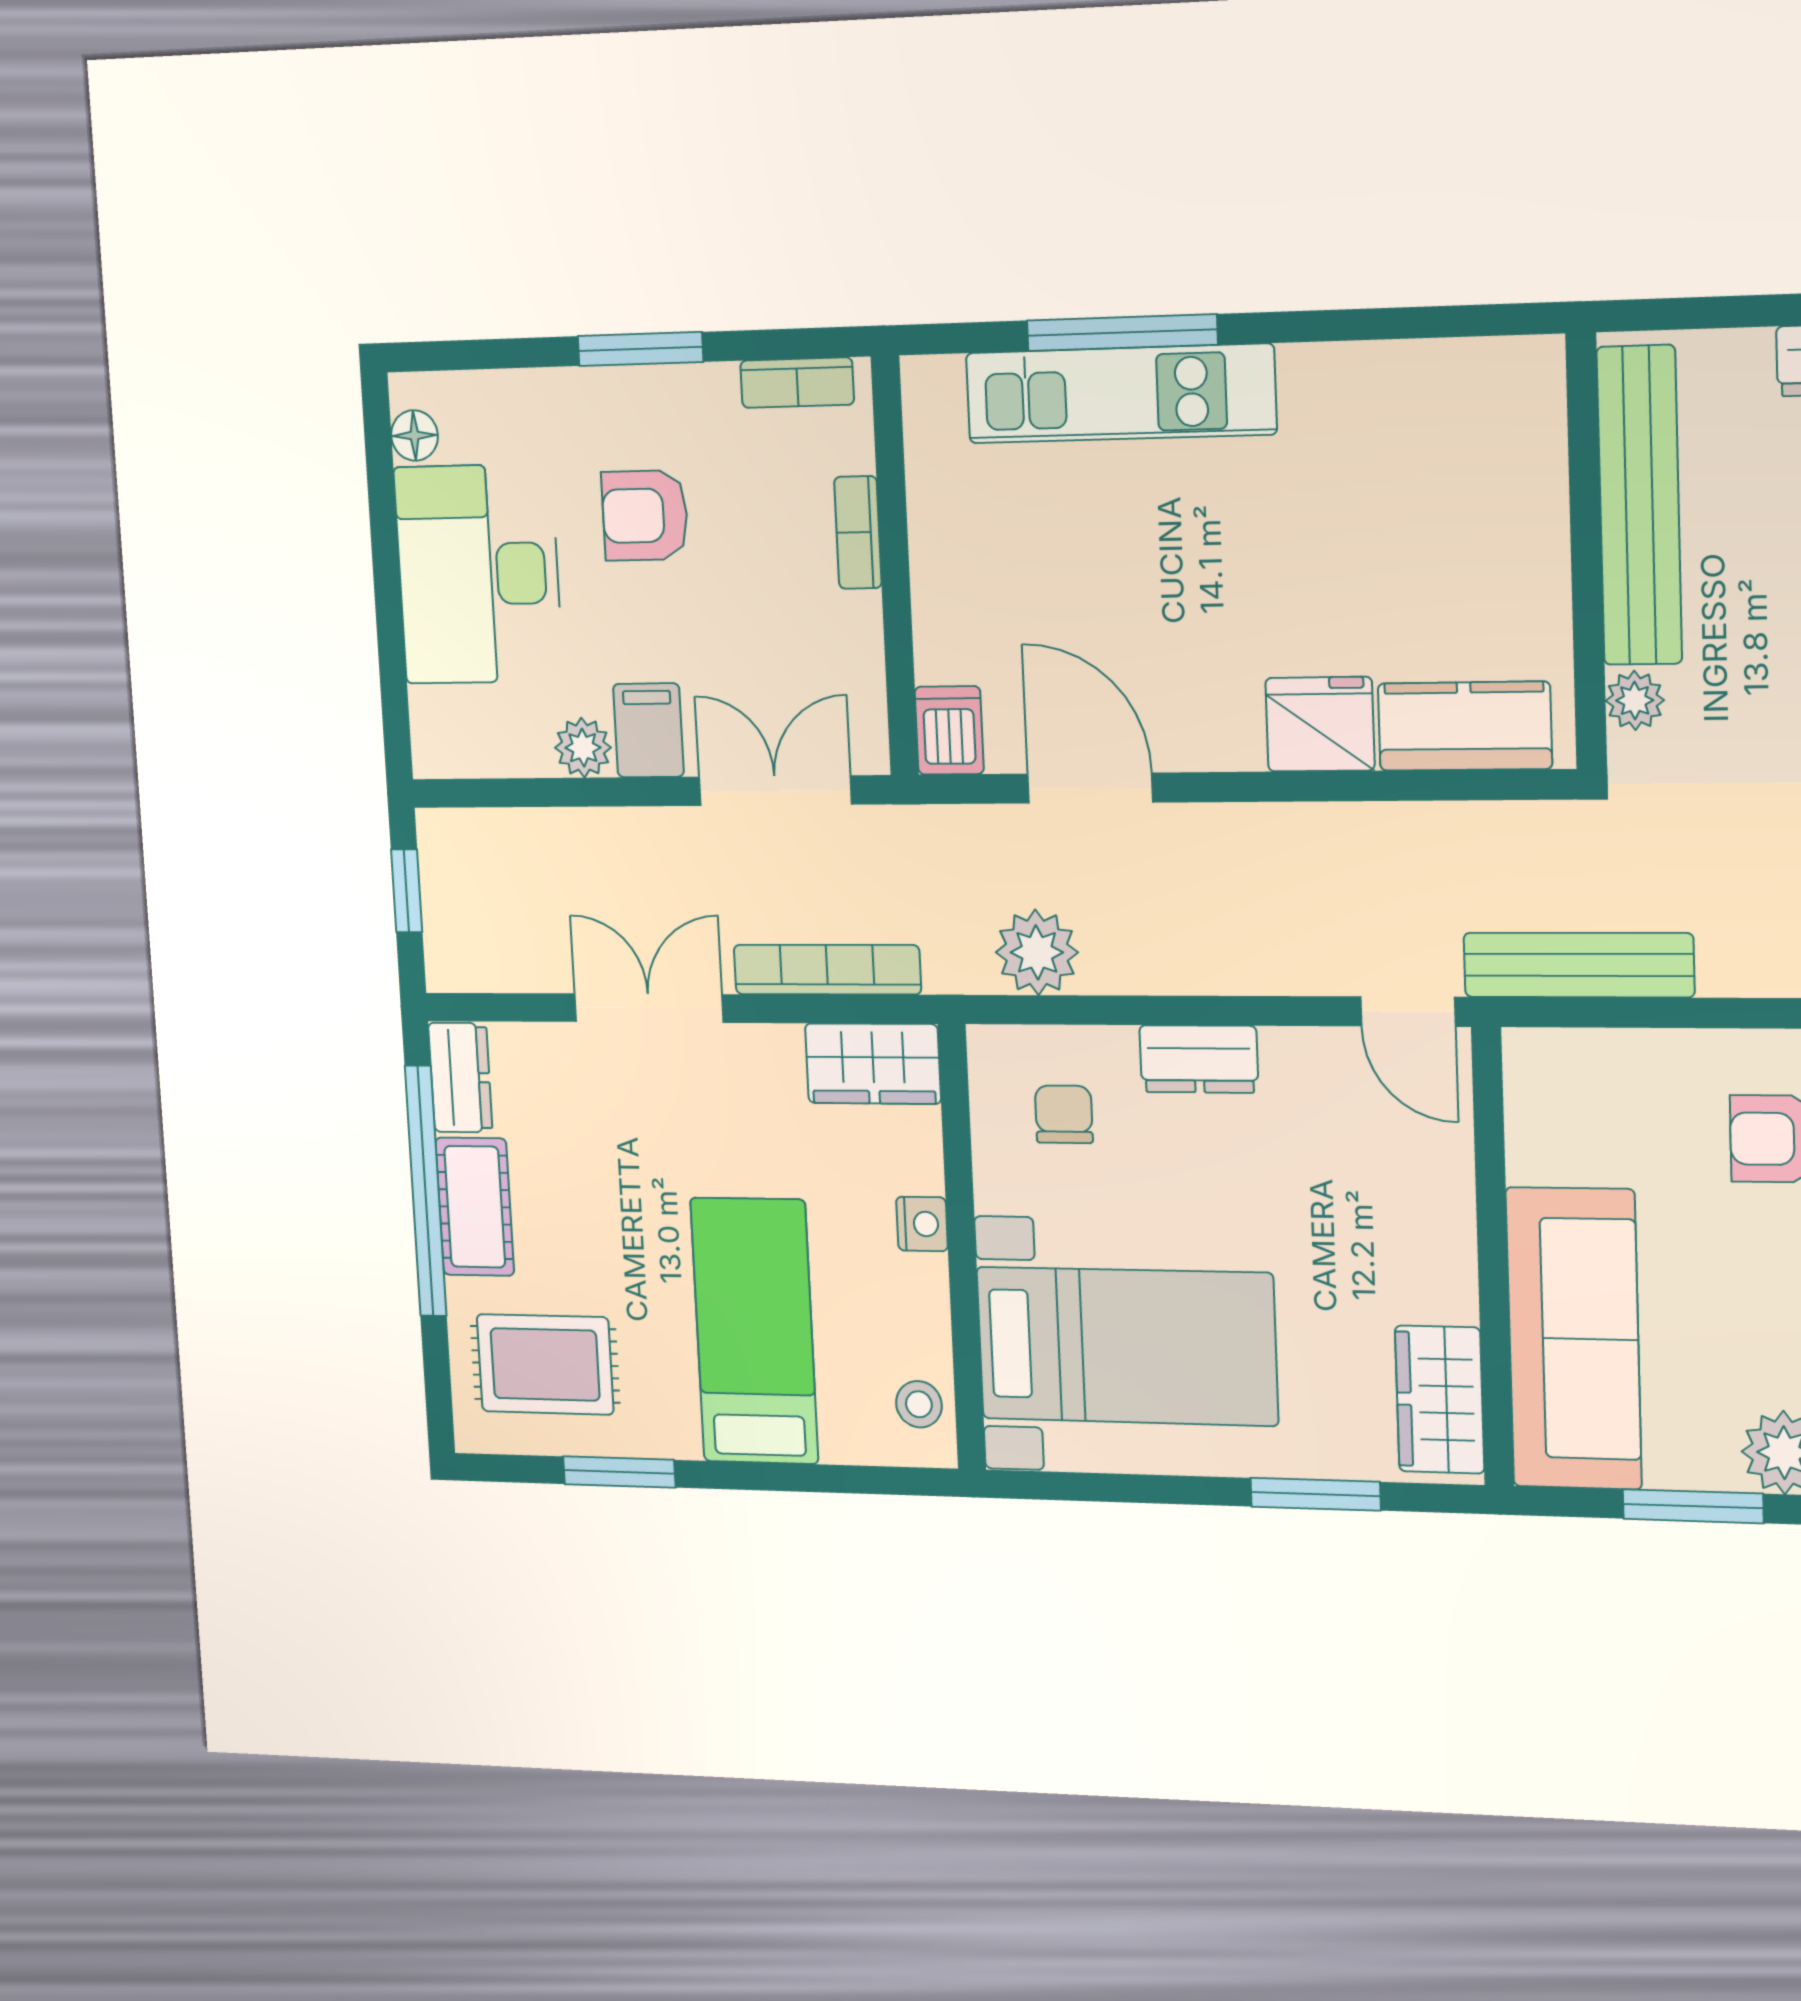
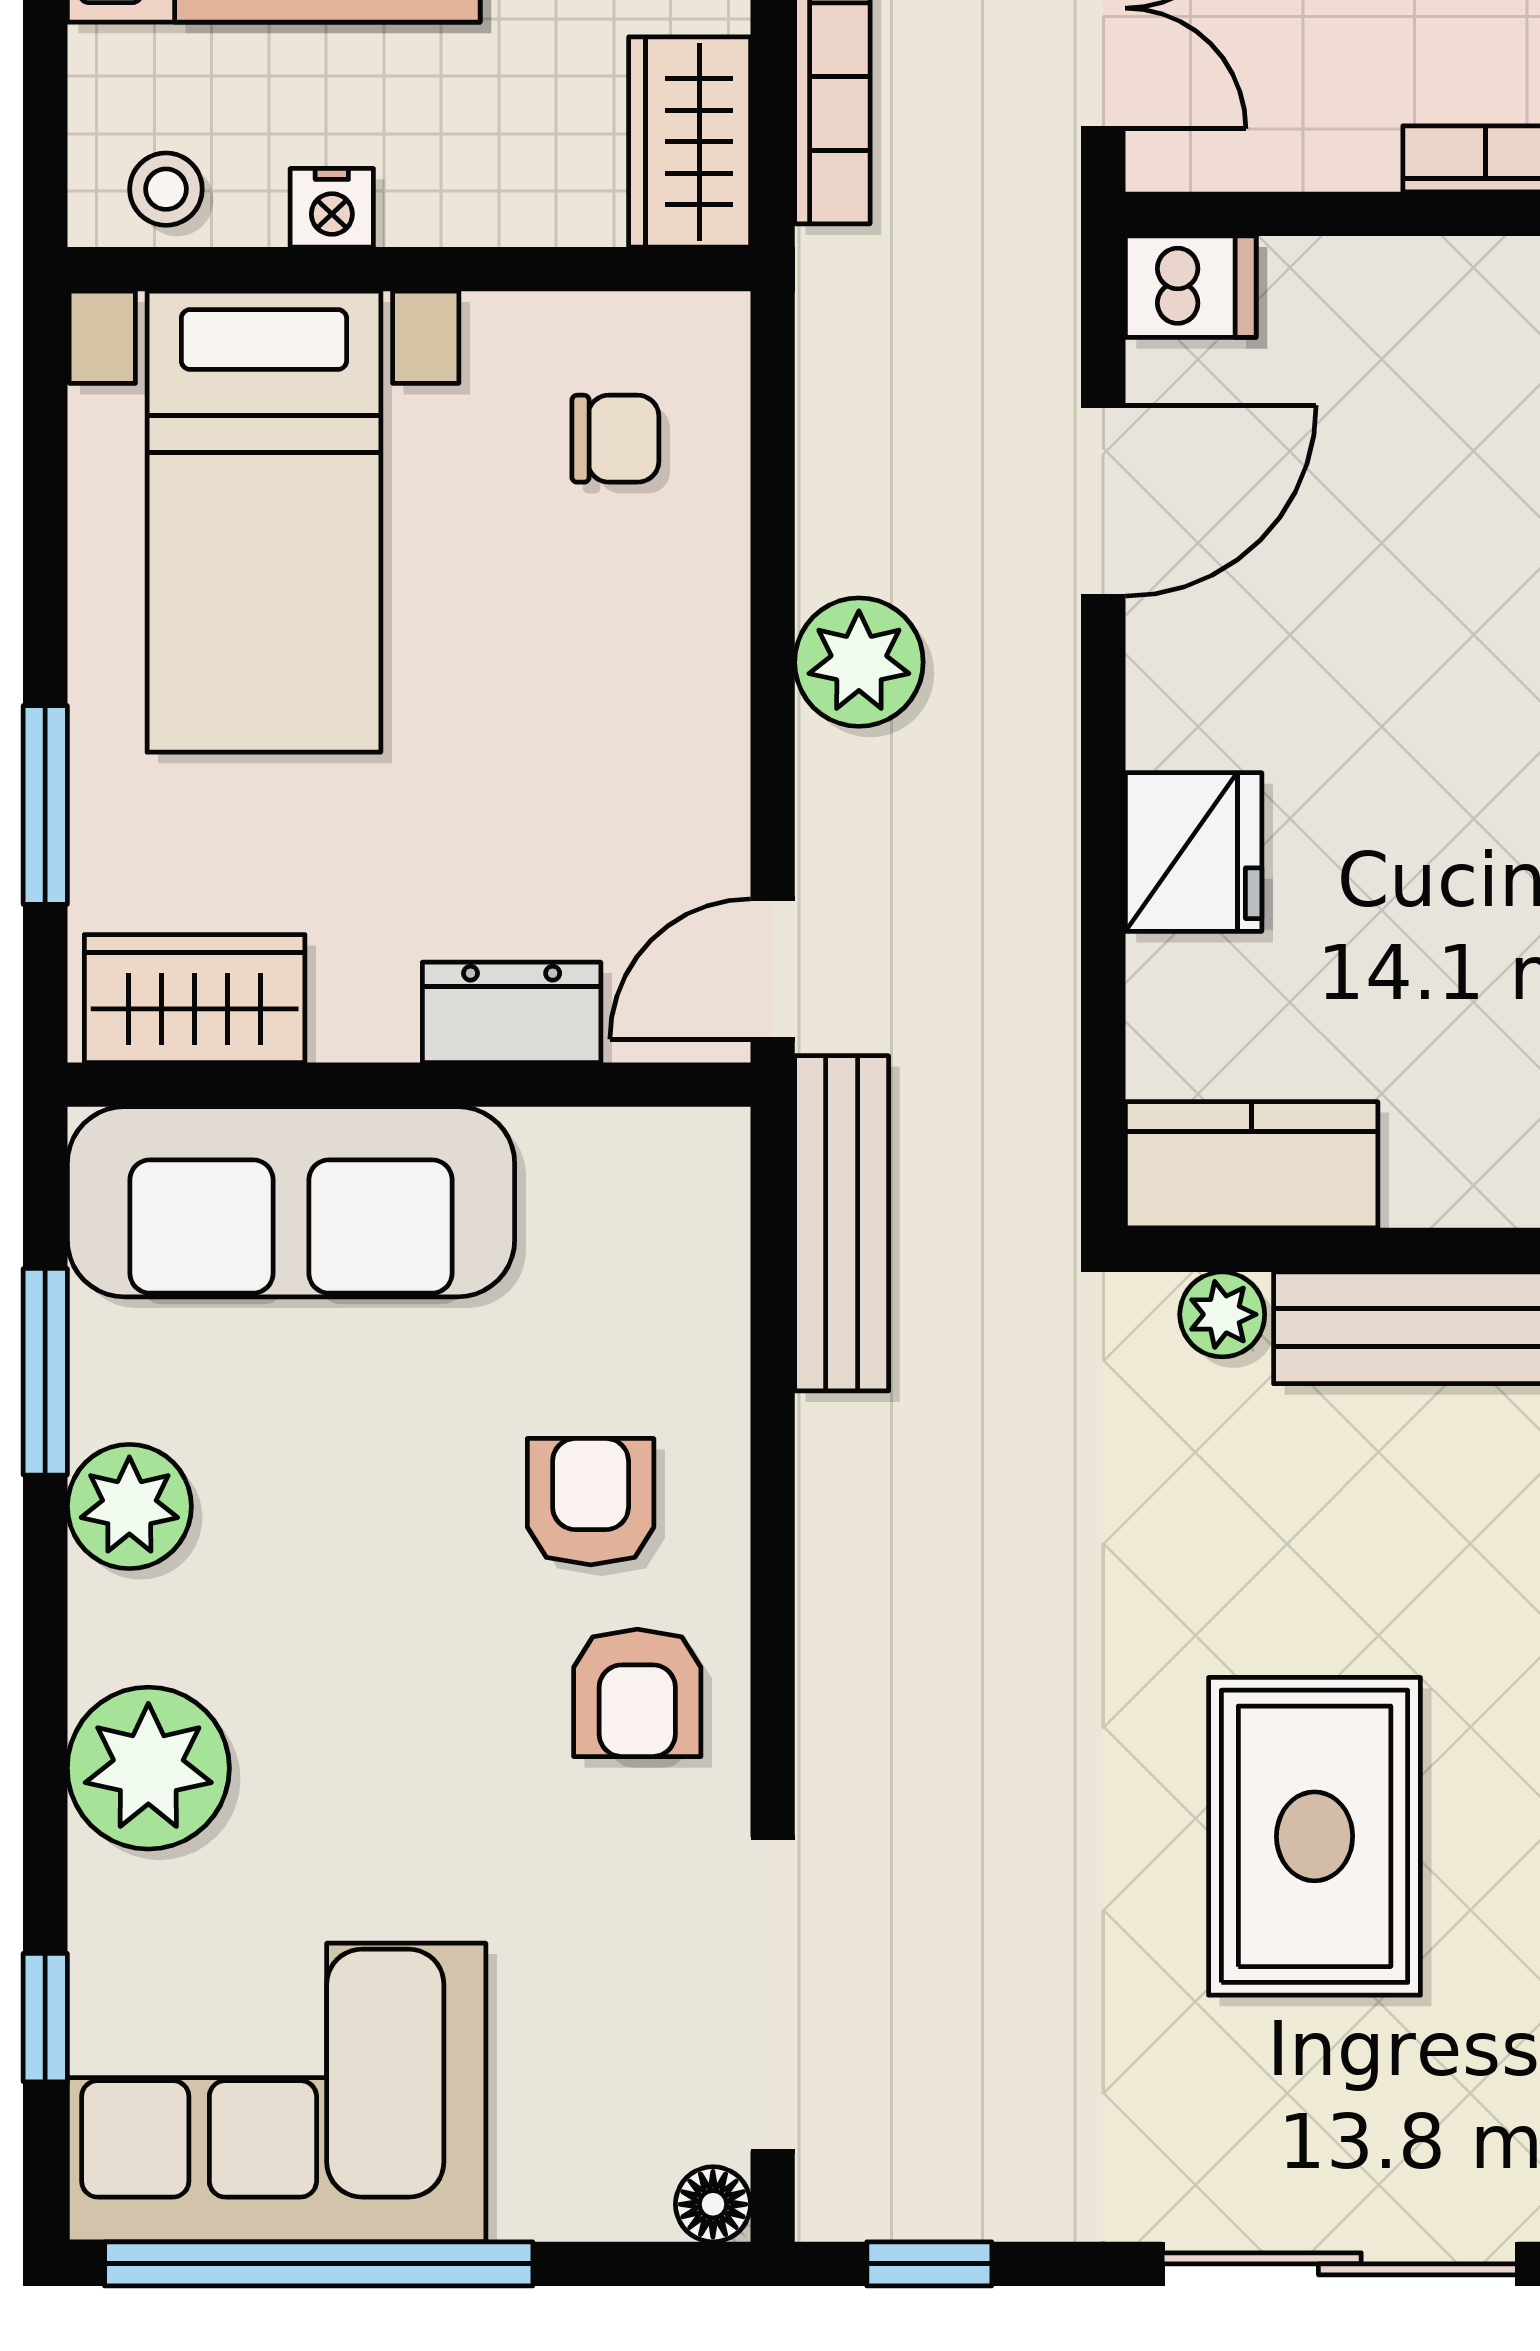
kitchen counter: (1465, 726) -> (1252, 1165), moved, turned -90
plant: (1037, 952) -> (859, 662), moved
dresser: (1199, 1059) -> (512, 1012), moved, turned 90
nightstand: (922, 1224) -> (332, 208), moved

